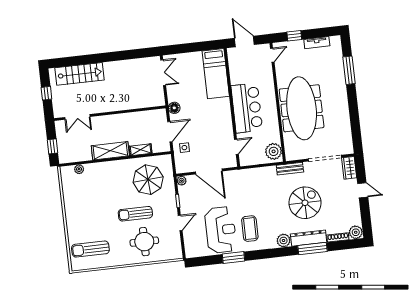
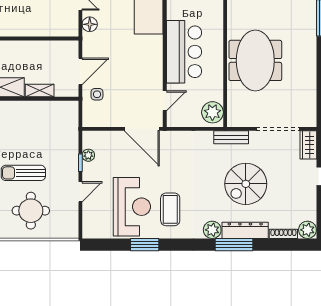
floor lamp: (174, 108) -> (90, 24), moved
meeting table: (302, 108) -> (255, 60), width x0.73
door: (209, 171) -> (142, 129), moved
parasol: (148, 180) -> (45, 131), removed
plant: (182, 181) -> (88, 155), moved
spiral stairs: (305, 203) -> (246, 184), turned 180
window: (313, 249) -> (234, 245), moved

